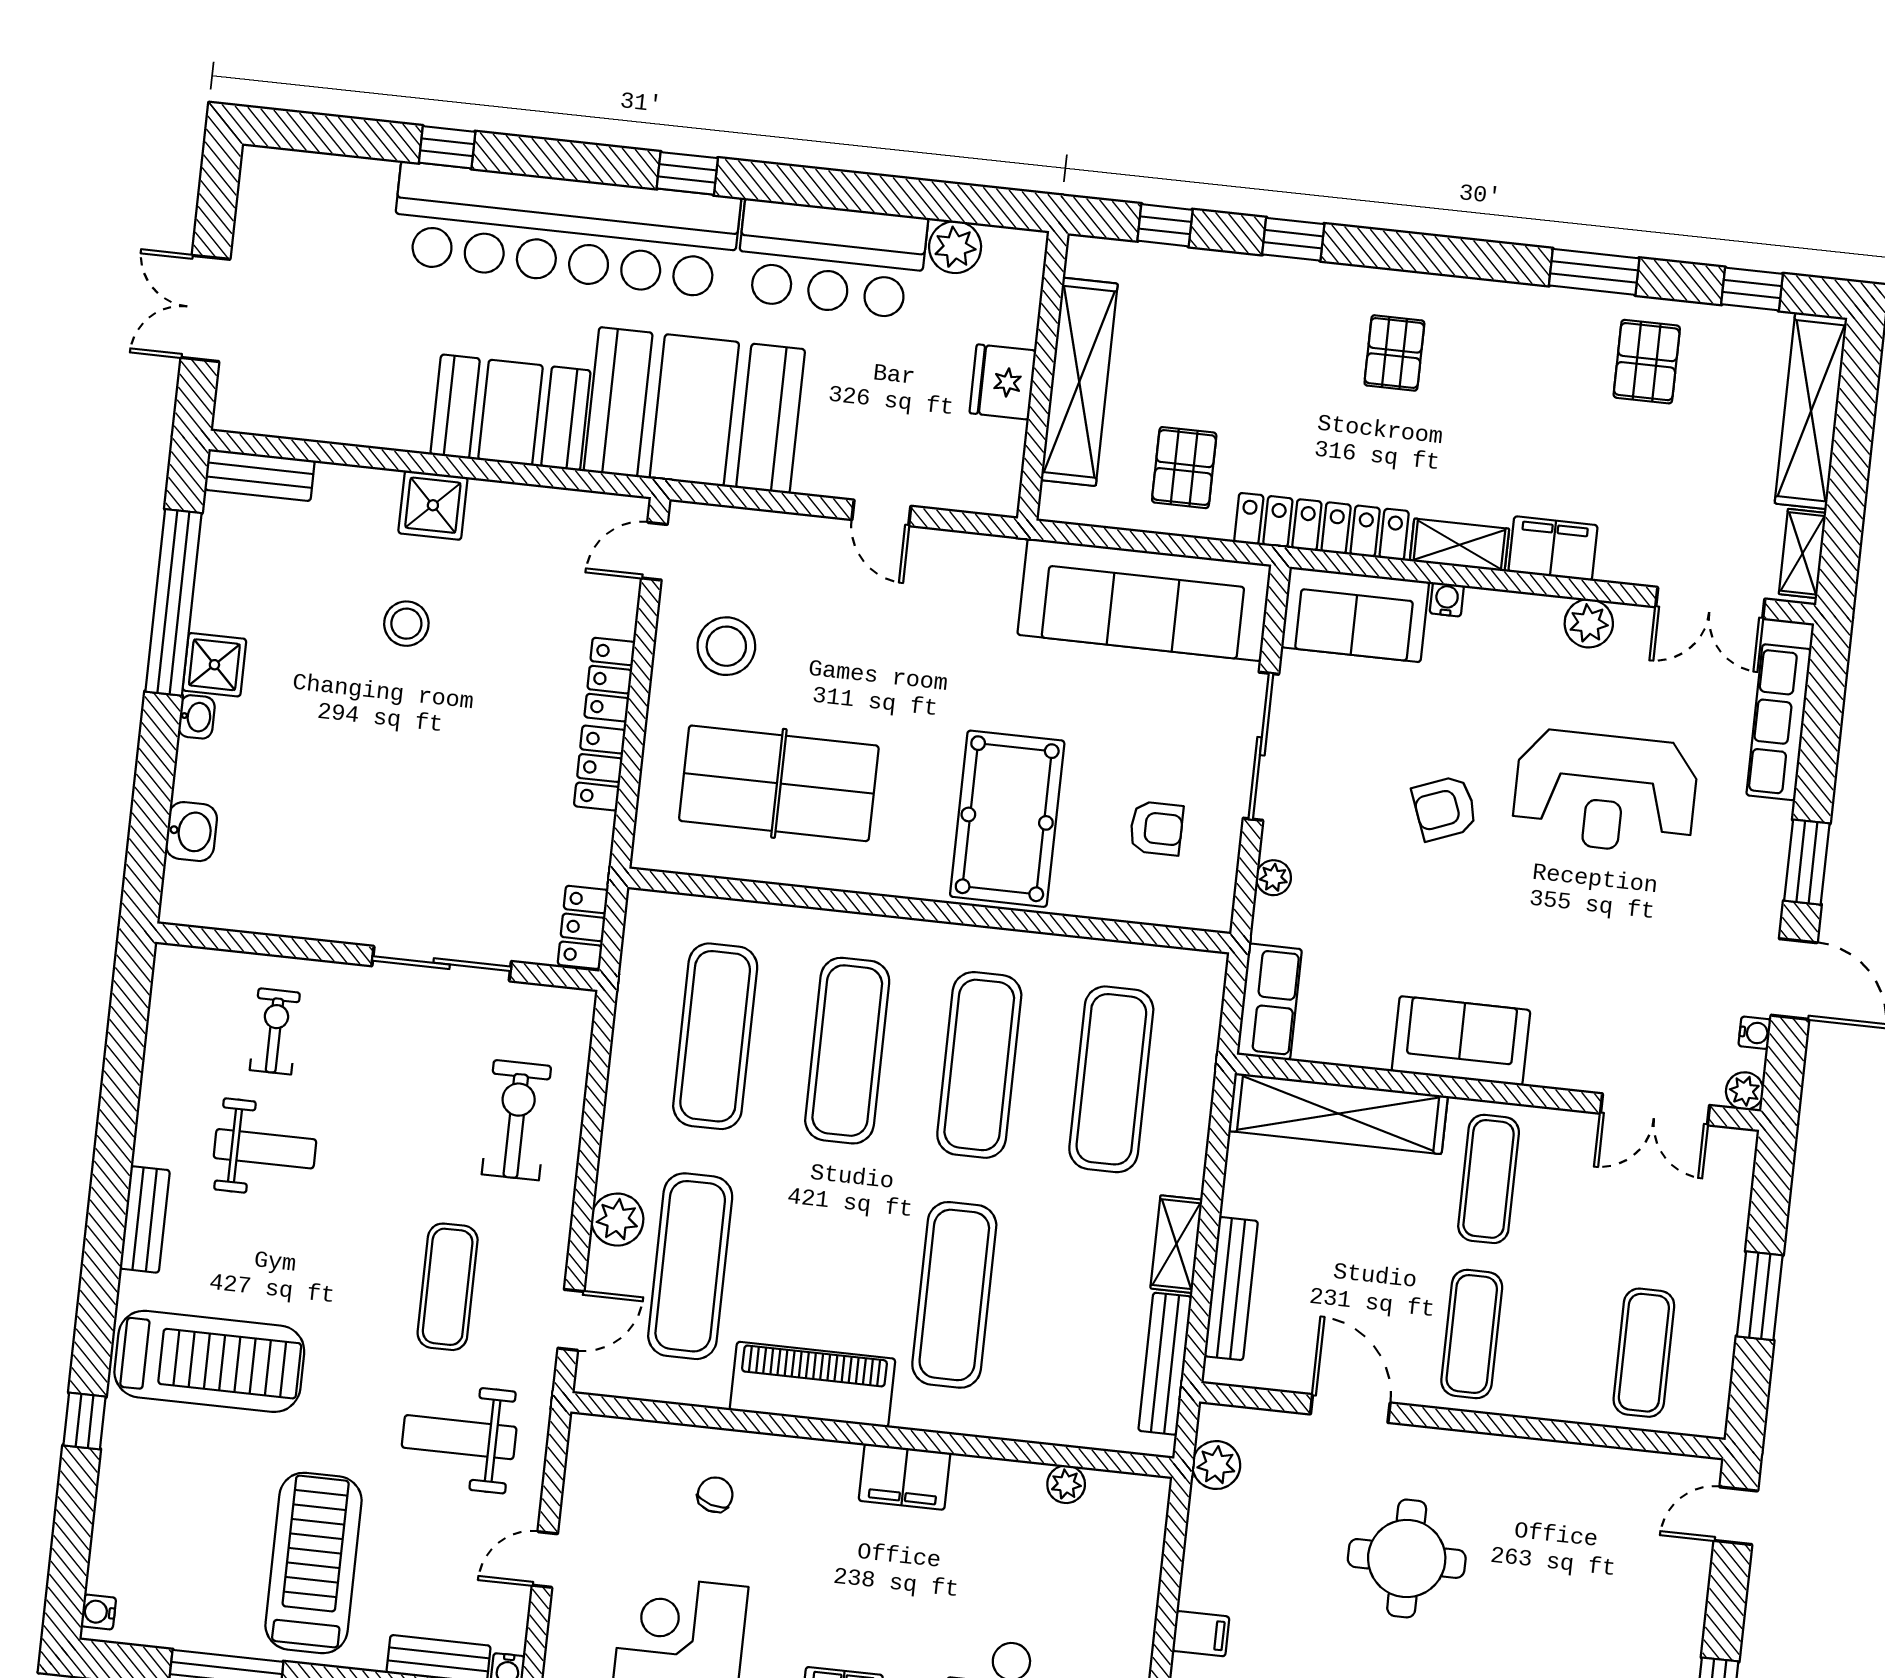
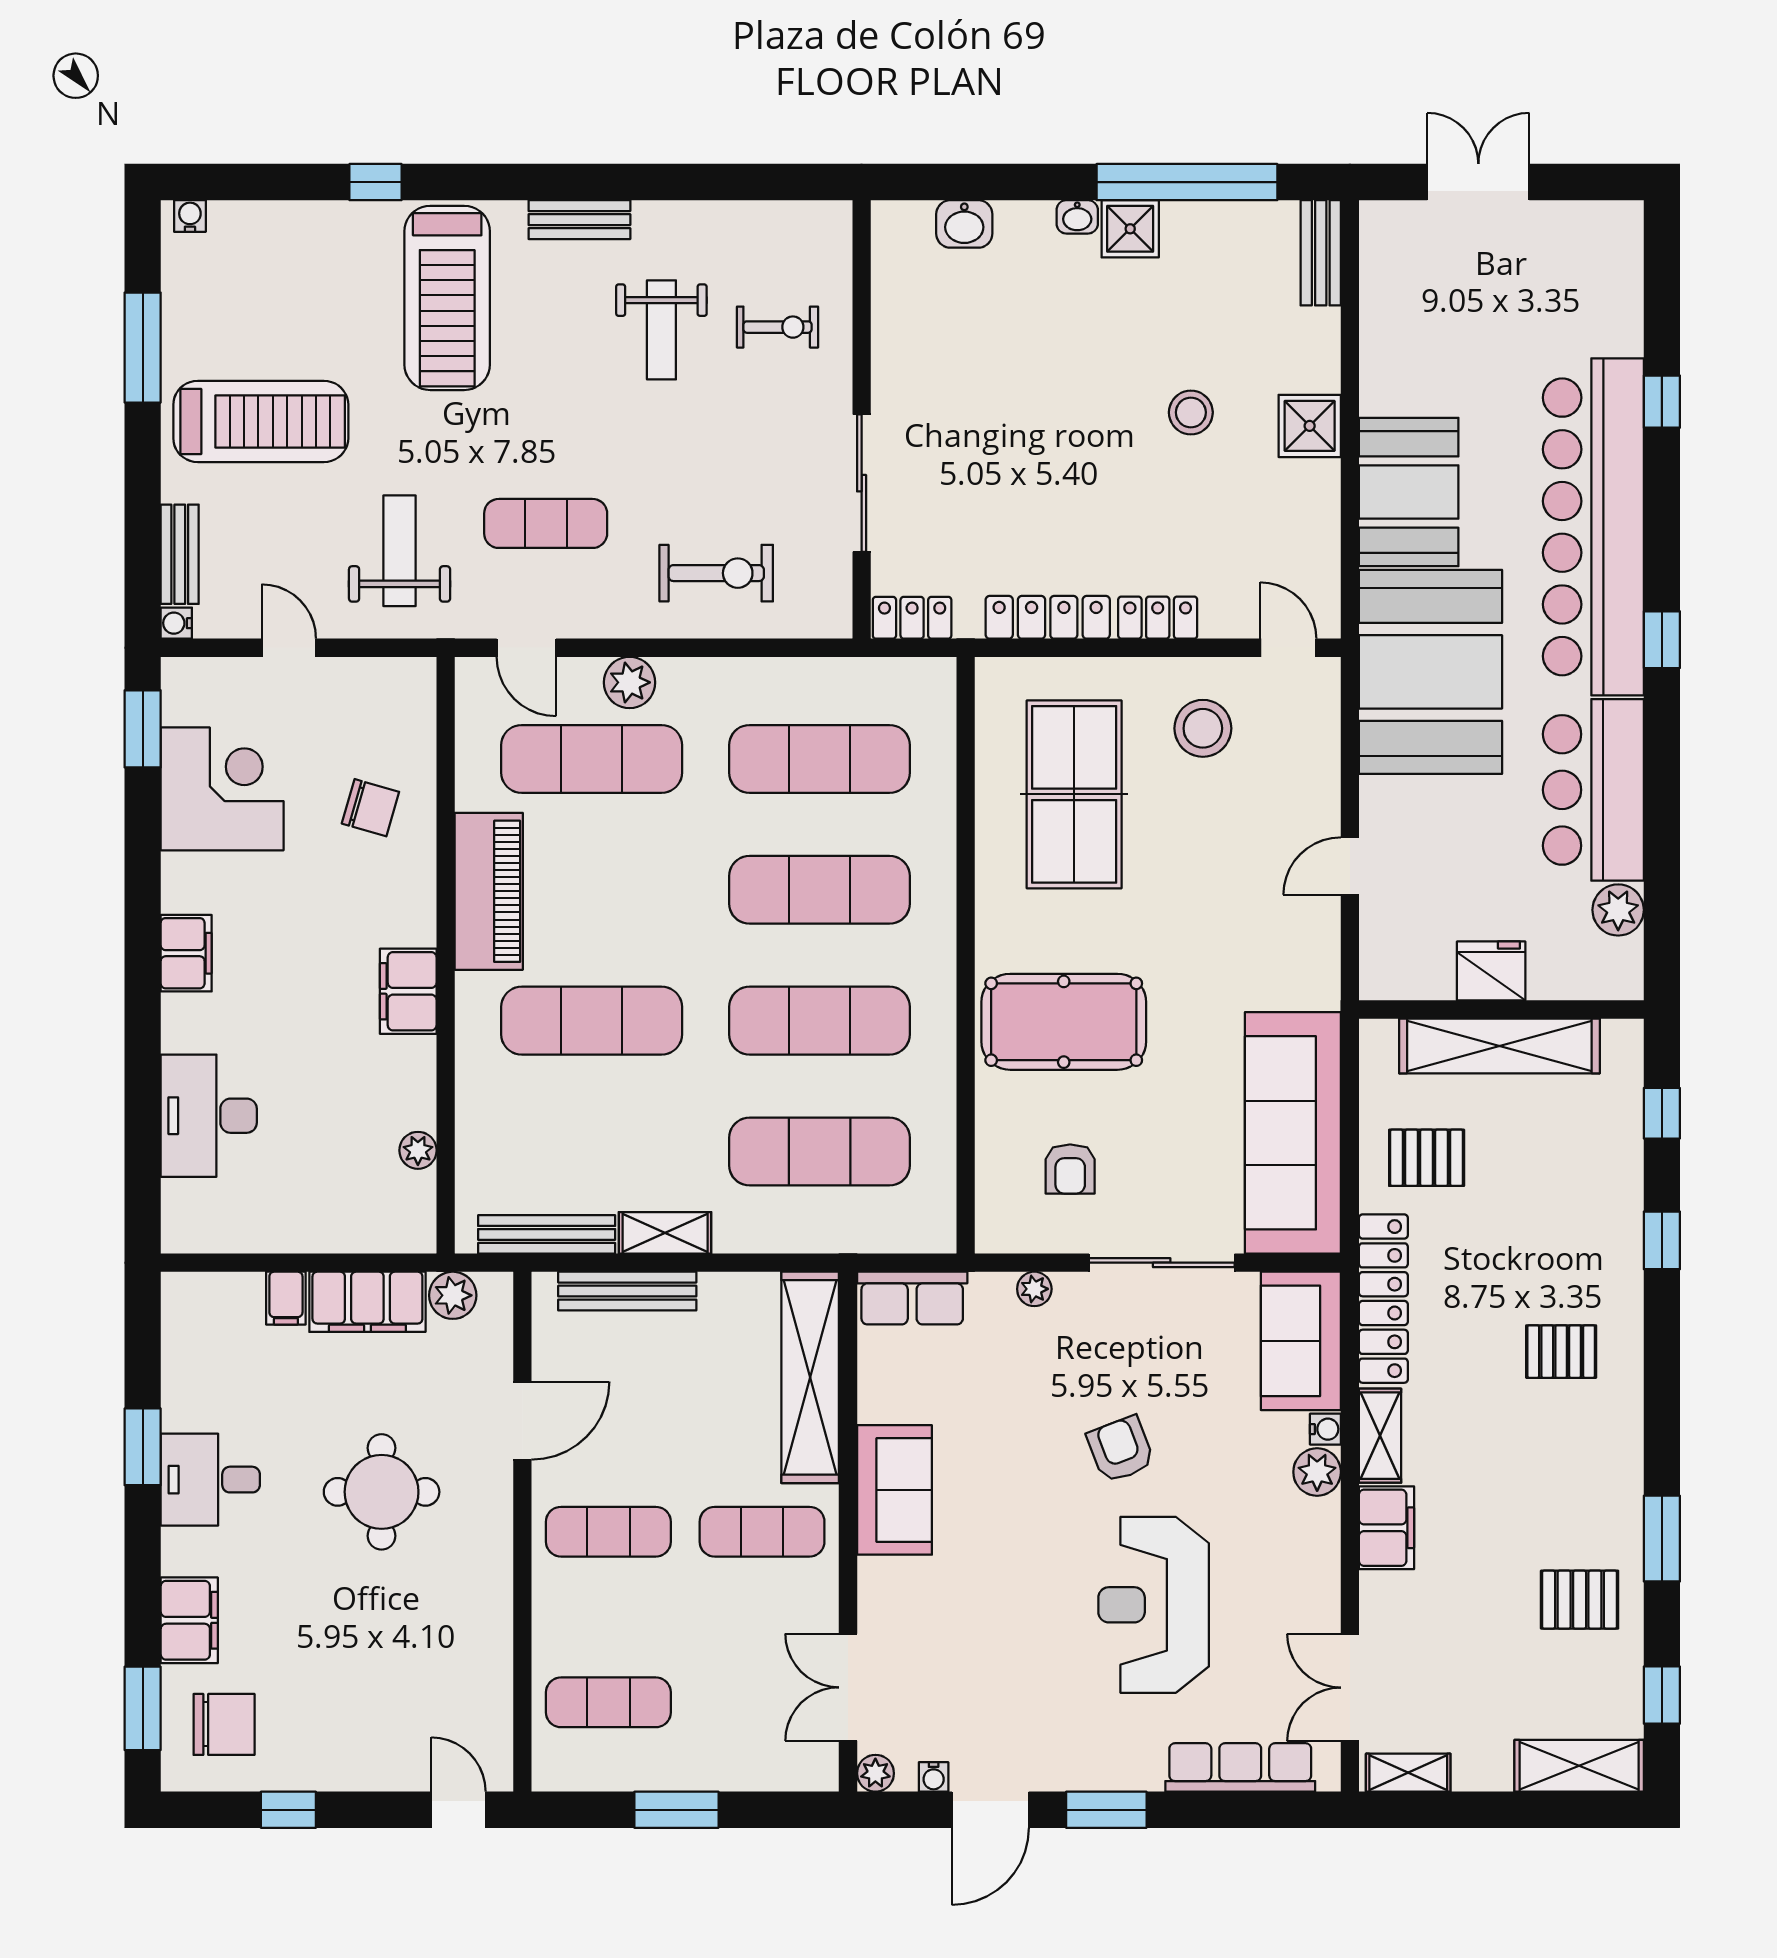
shelving: (1811, 411) -> (1579, 1766), width x0.68
plant: (1589, 623) -> (1317, 1472), moved
locker: (600, 768) -> (1048, 617), width x1.53
chair: (715, 1495) -> (370, 808), width x1.37, depth x1.37
filing cabinet: (1213, 1552) -> (367, 1302), added

